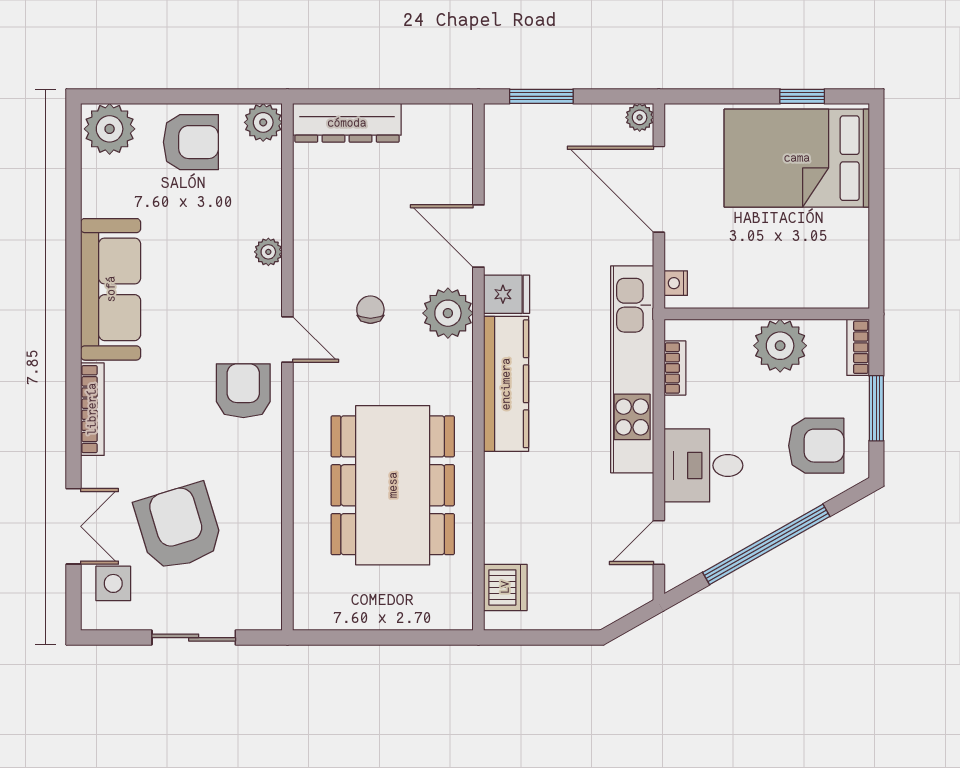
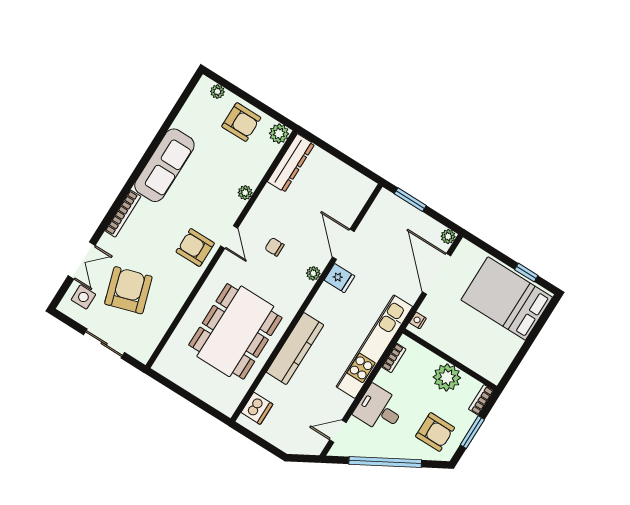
dresser: (347, 123) -> (291, 163), moved, turned -90
plant: (110, 129) -> (217, 92), width x0.53, depth x0.53
chair: (370, 310) -> (275, 247), turned -90
plant: (448, 313) -> (313, 273), width x0.53, depth x0.53
kitchen counter: (506, 384) -> (295, 349), moved
armchair: (243, 391) -> (195, 248), turned -90

